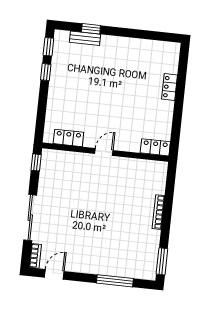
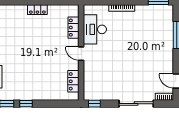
locker: (170, 87) -> (37, 10), moved
locker: (155, 147) -> (73, 28), moved
desk: (134, 173) -> (95, 29), added

